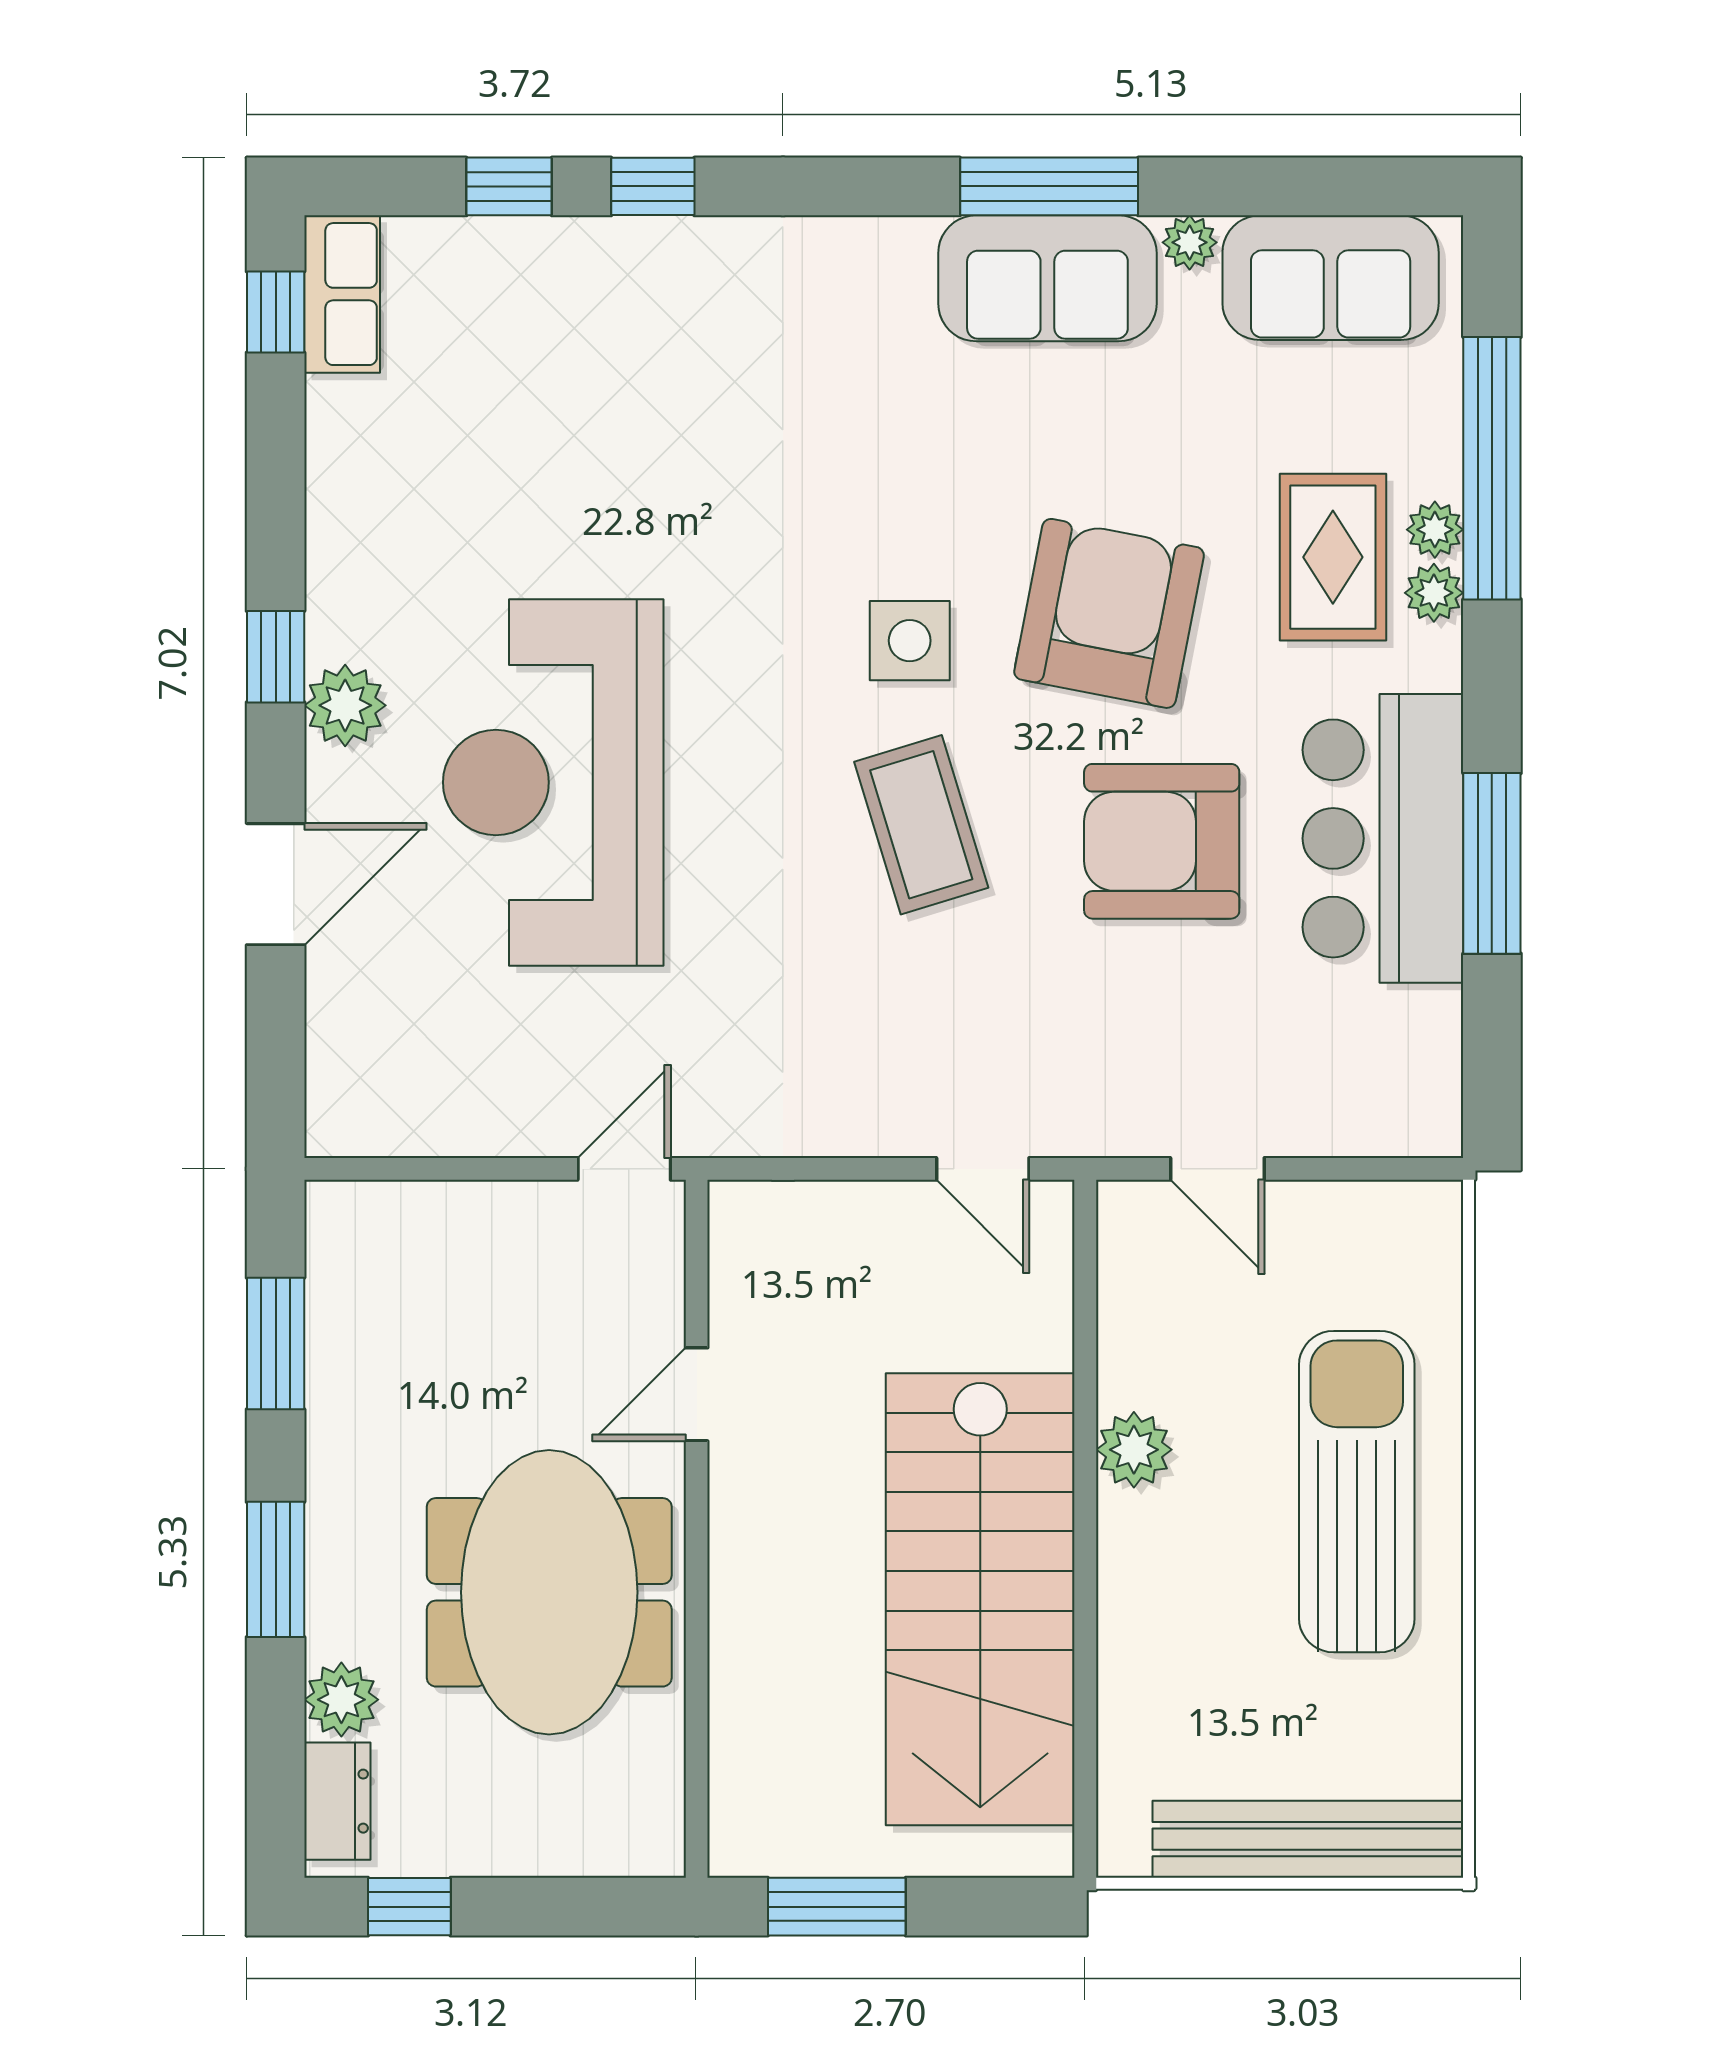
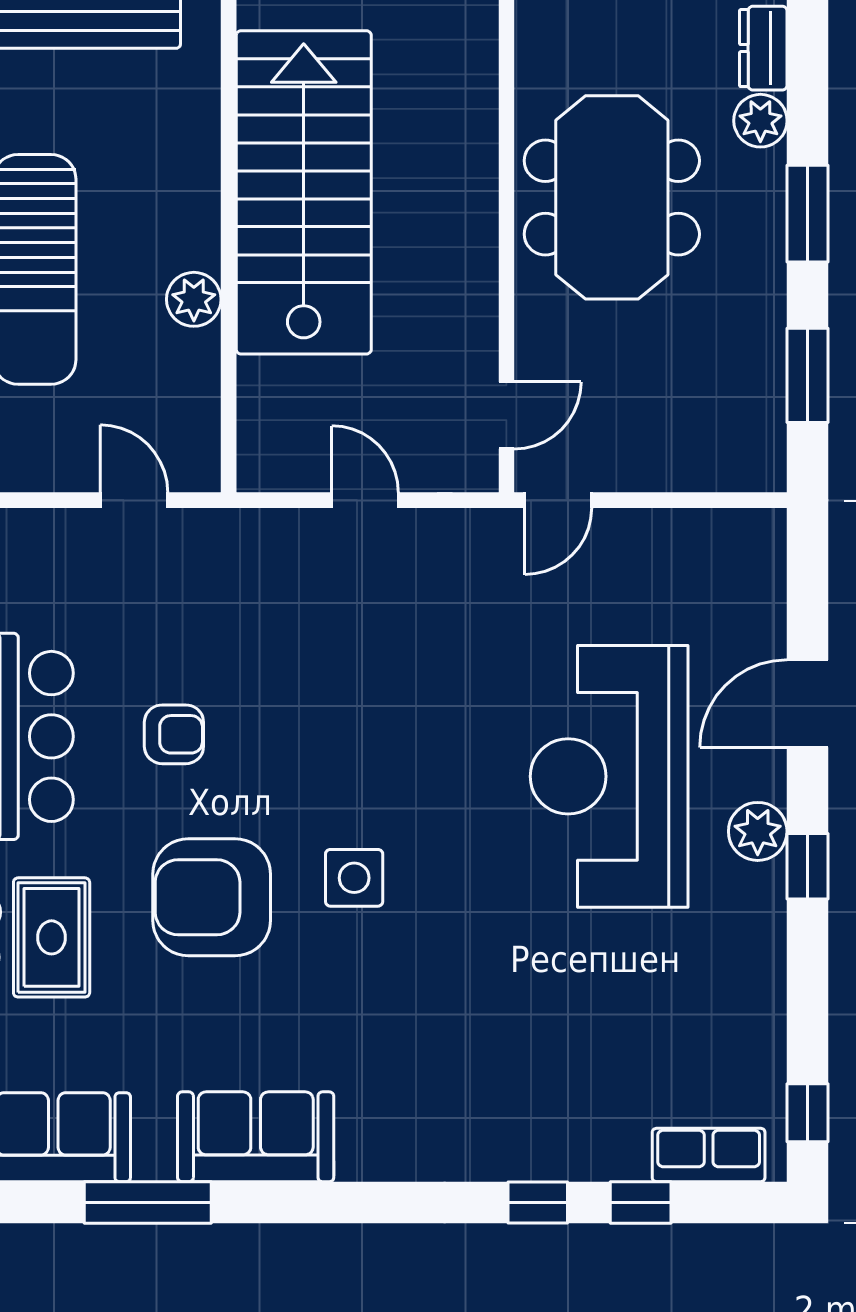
window: (1049, 186) -> (148, 1203), moved
plant: (1190, 242) -> (154, 1162), removed
row of seats: (342, 294) -> (709, 1155), moved, turned 90
armchair: (1109, 613) -> (212, 897), turned 79
reception desk: (553, 782) -> (609, 776), turned 180
coffee table: (921, 825) -> (346, 746), removed
armchair: (1162, 841) -> (174, 734), width x0.53, depth x0.53
door: (983, 1169) -> (365, 500), moved
door: (697, 1394) -> (506, 415), moved

